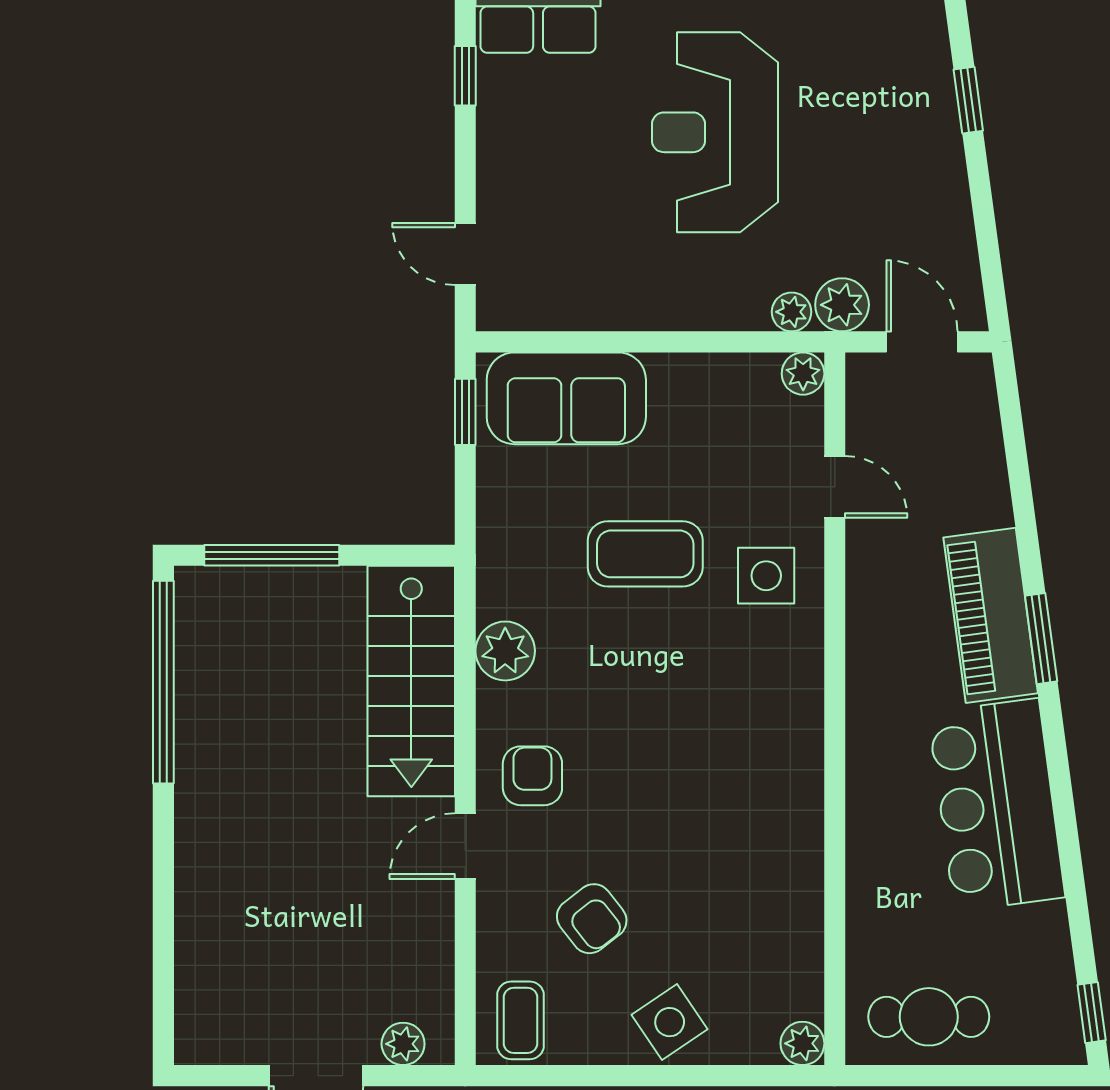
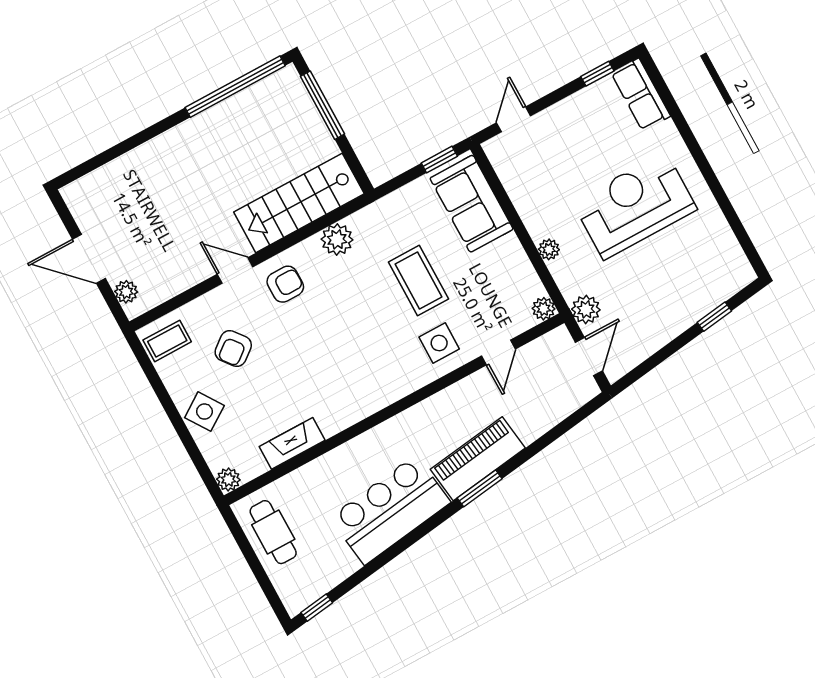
plant: (792, 312) -> (549, 249), moved
fireplace: (800, 907) -> (292, 443), added

